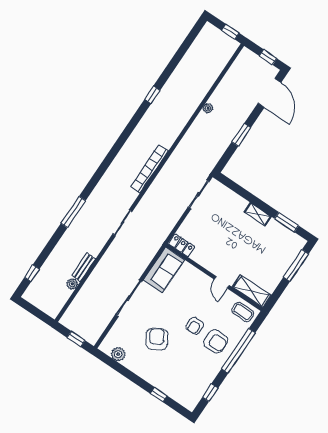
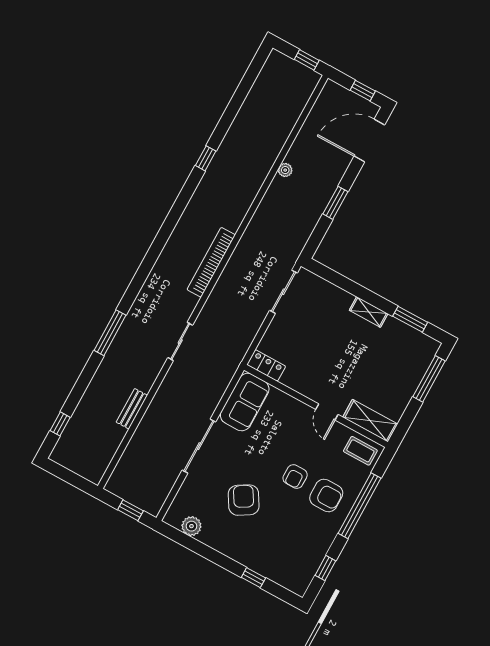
door: (269, 93) -> (369, 140), swing flipped
plant: (72, 284) -> (118, 434), removed

